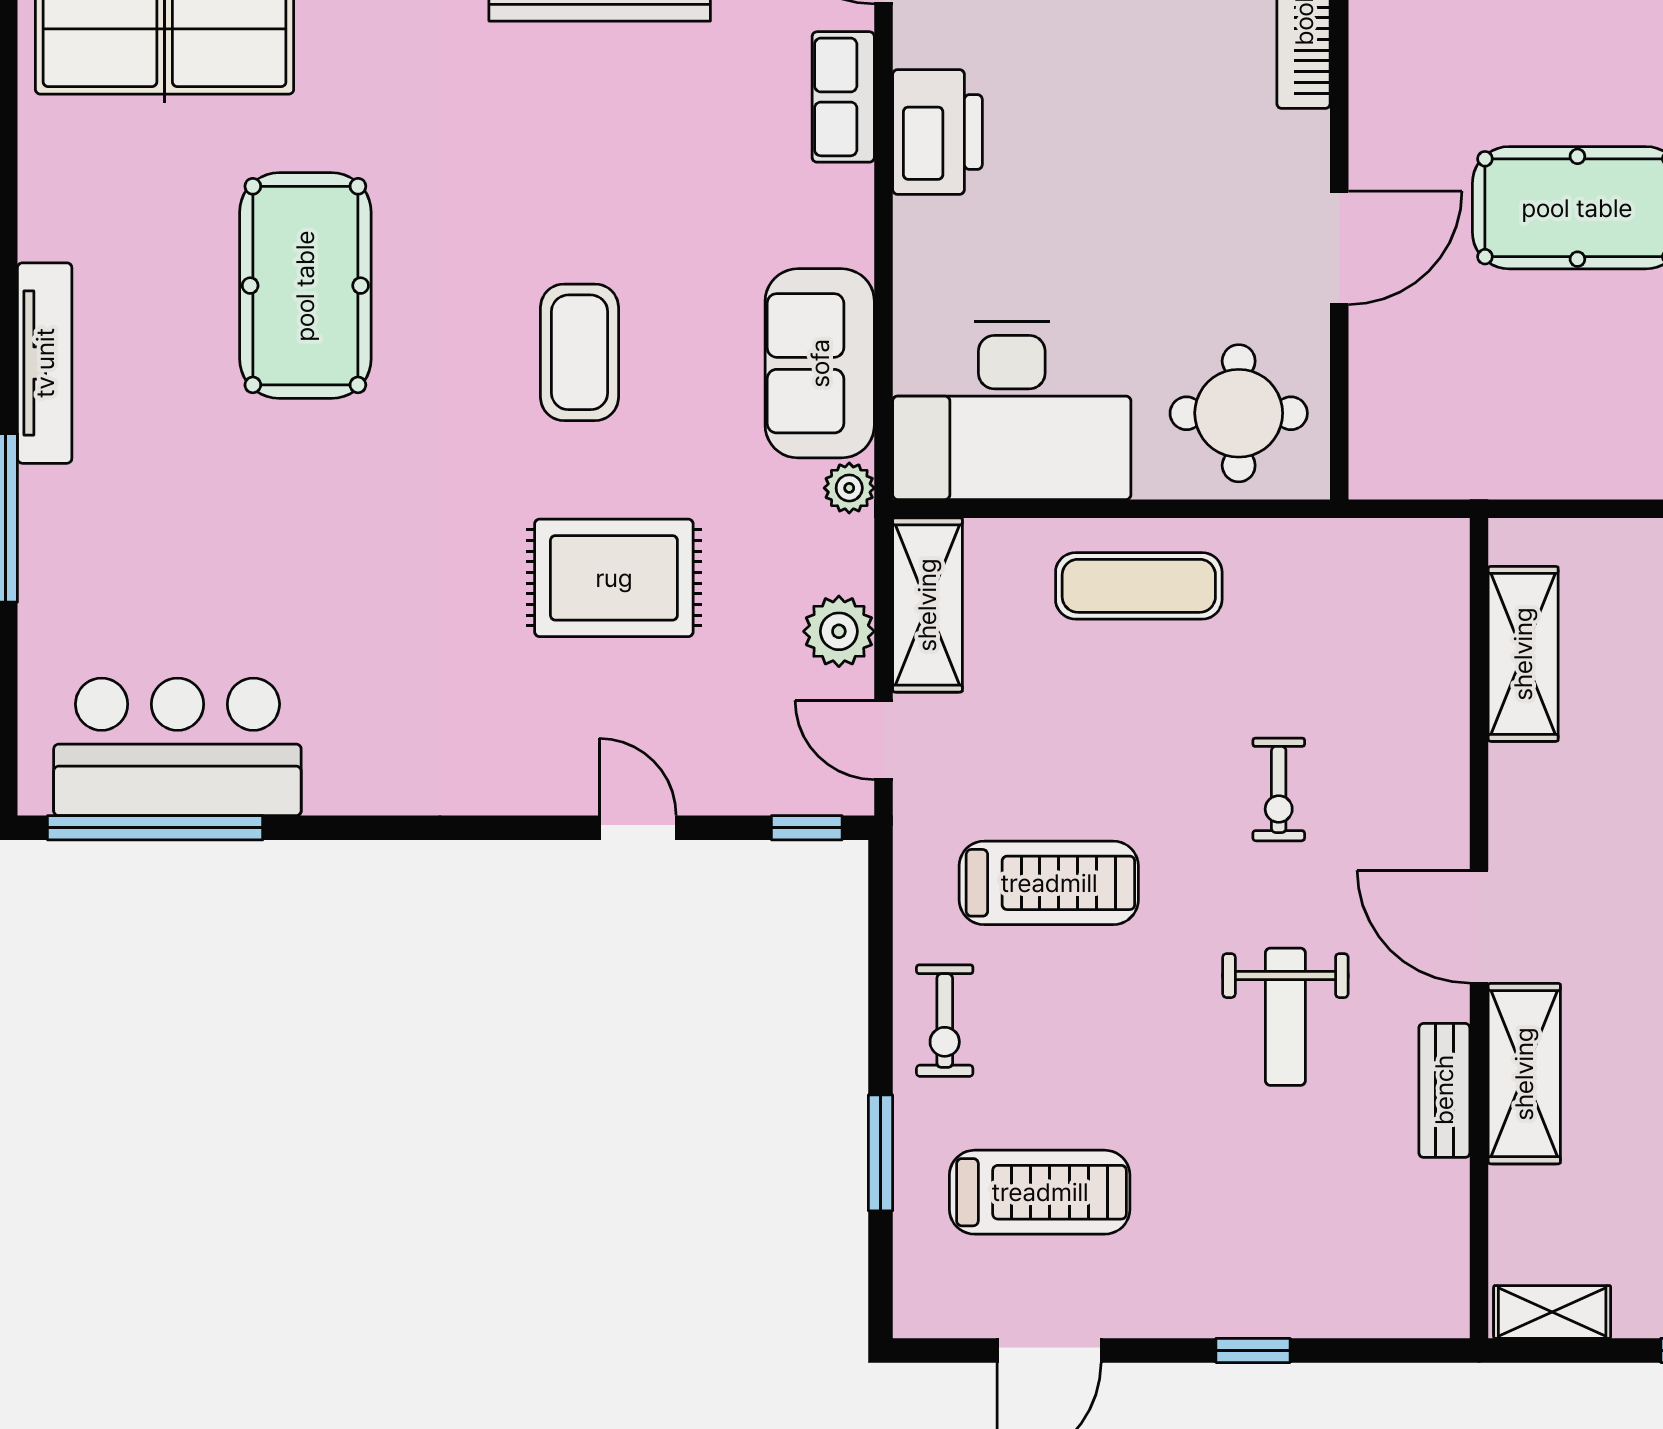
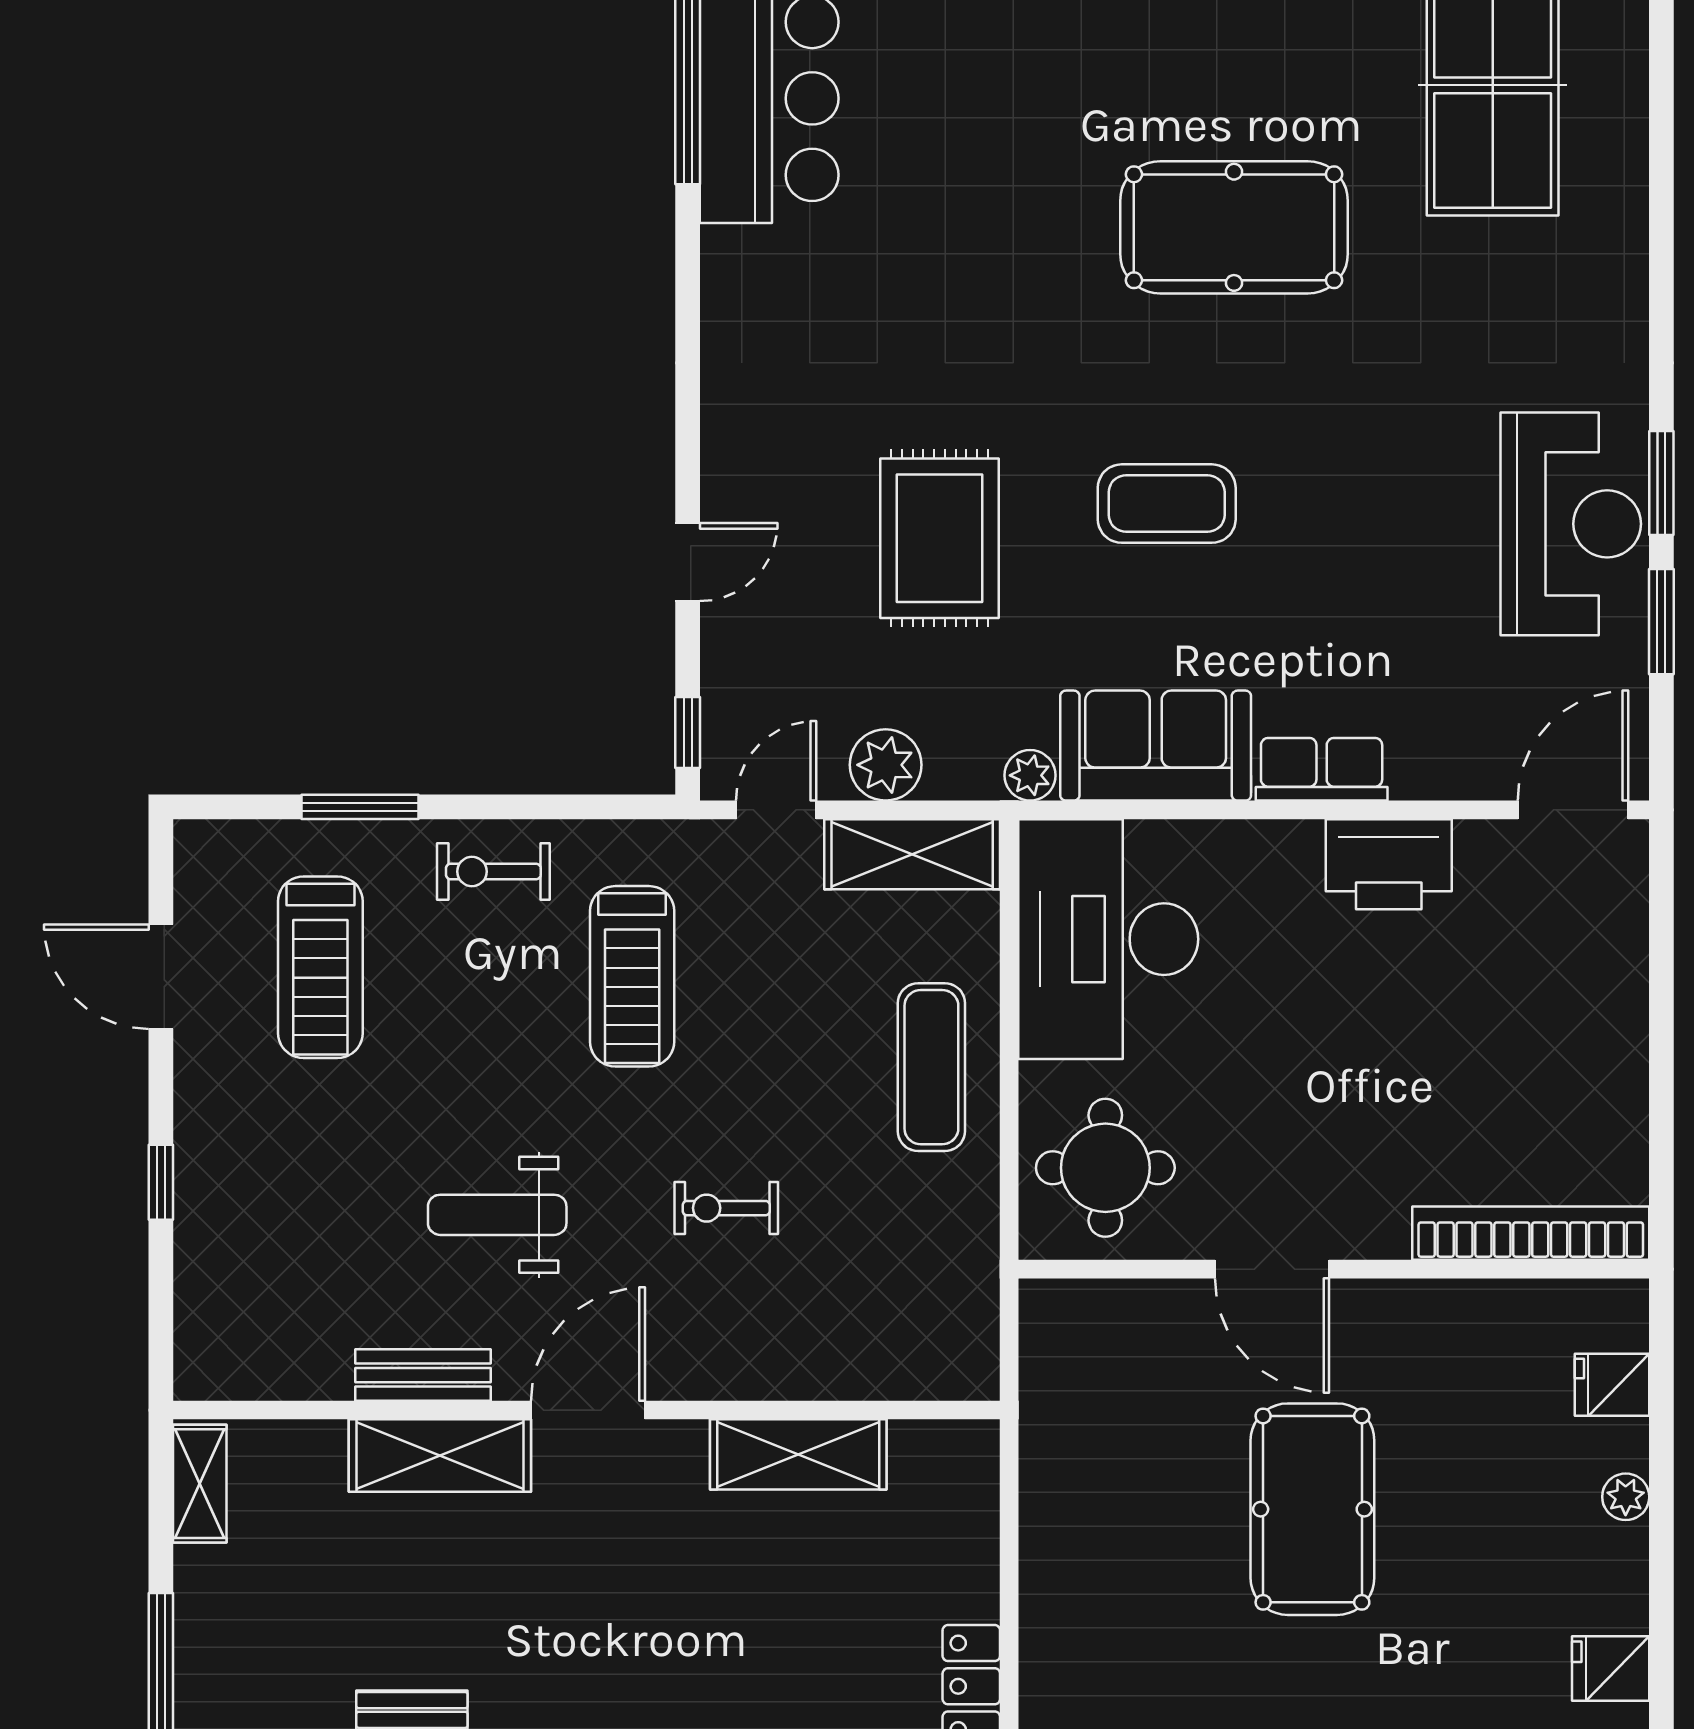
row of seats: (843, 97) -> (1322, 769), moved
shelving: (1523, 654) -> (798, 1454), moved

